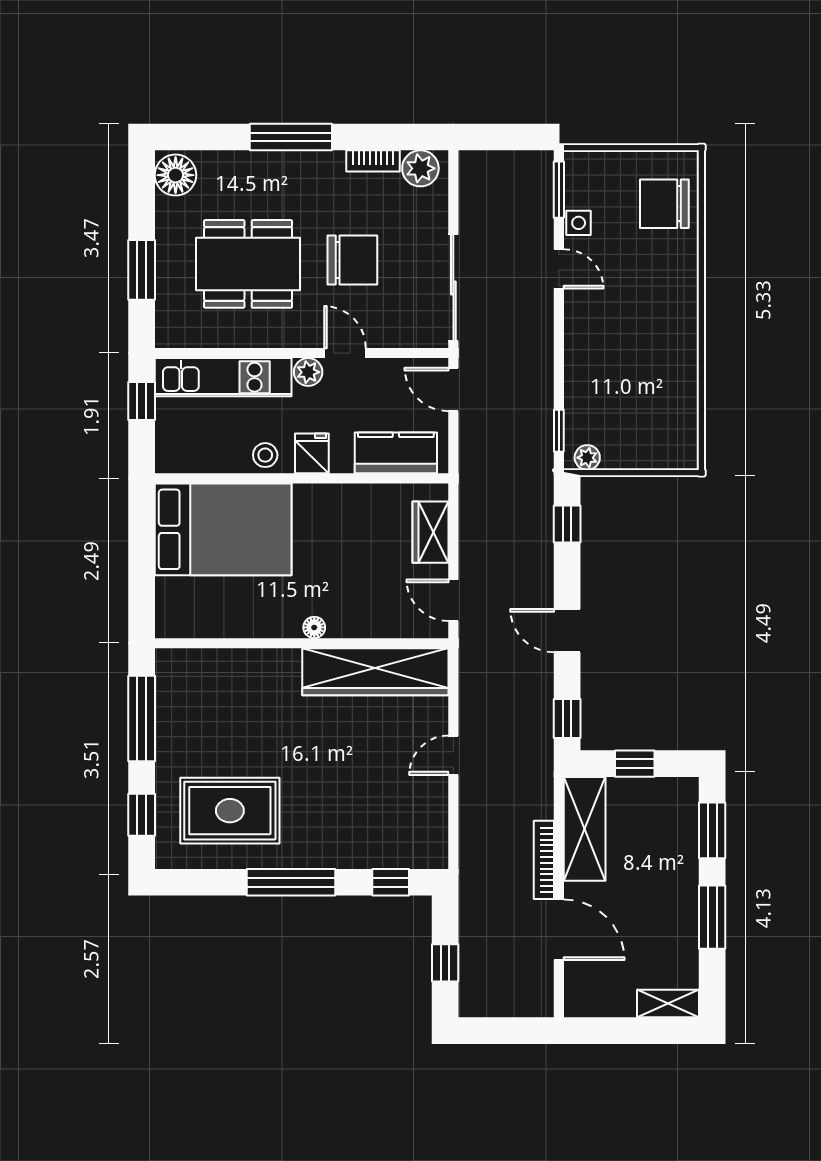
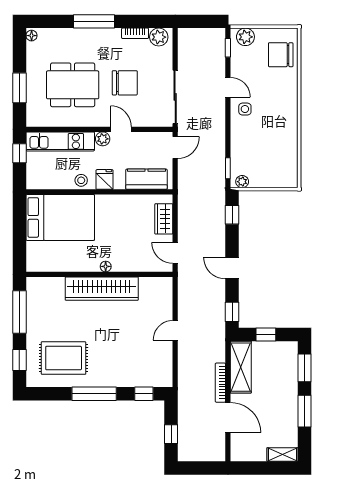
plant: (594, 168) -> (245, 37), added
floor lamp: (176, 175) -> (32, 36), width x0.53, depth x0.53
window: (559, 190) -> (228, 48), width x0.67
side table: (579, 223) -> (245, 109), moved
door: (453, 389) -> (175, 148), swing flipped
wardrobe: (375, 672) -> (102, 289), moved

